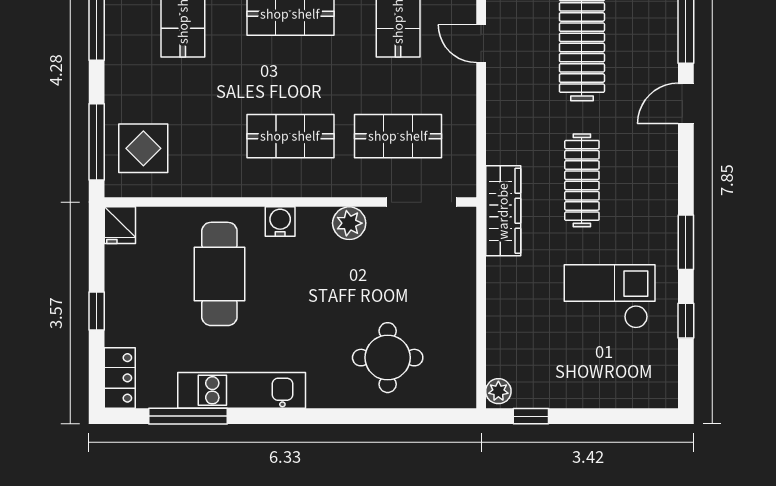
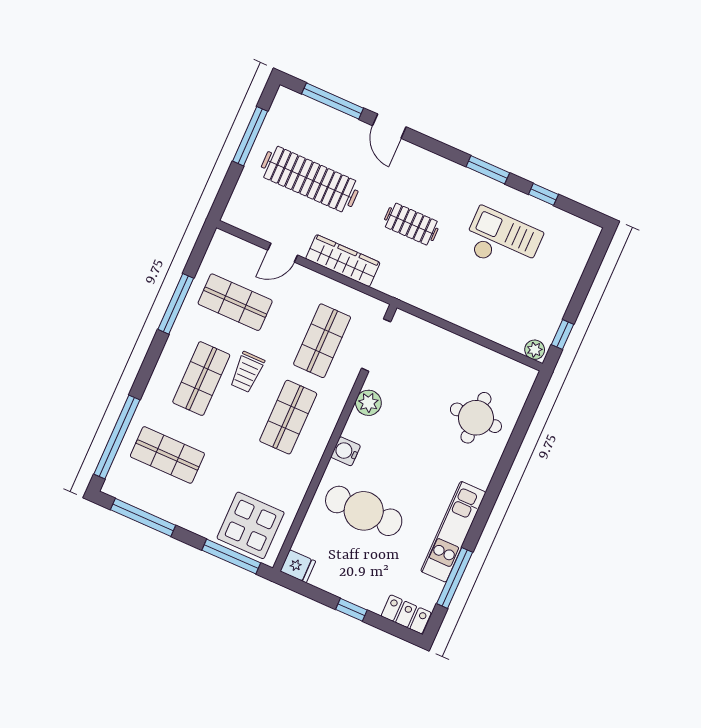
trolley: (322, 64) -> (247, 372), added
display table: (143, 148) -> (251, 525), width x1.36, depth x1.36
clothes rail: (582, 180) -> (411, 224), width x0.73
wardrobe: (503, 211) -> (343, 261), moved
checkout: (610, 296) -> (502, 241), turned 90

